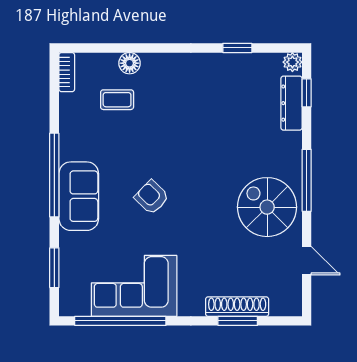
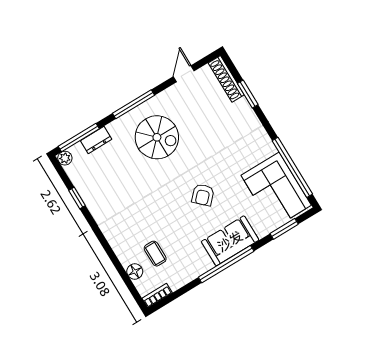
floor lamp: (130, 63) -> (135, 271), moved
window: (307, 93) -> (79, 138), width x2.17
dresser: (291, 103) -> (96, 140), width x0.70
spiral stairs: (267, 207) -> (157, 137), moved, turned -90
corner sofa: (134, 286) -> (276, 190), moved
shoe rack: (237, 307) -> (226, 79), moved

